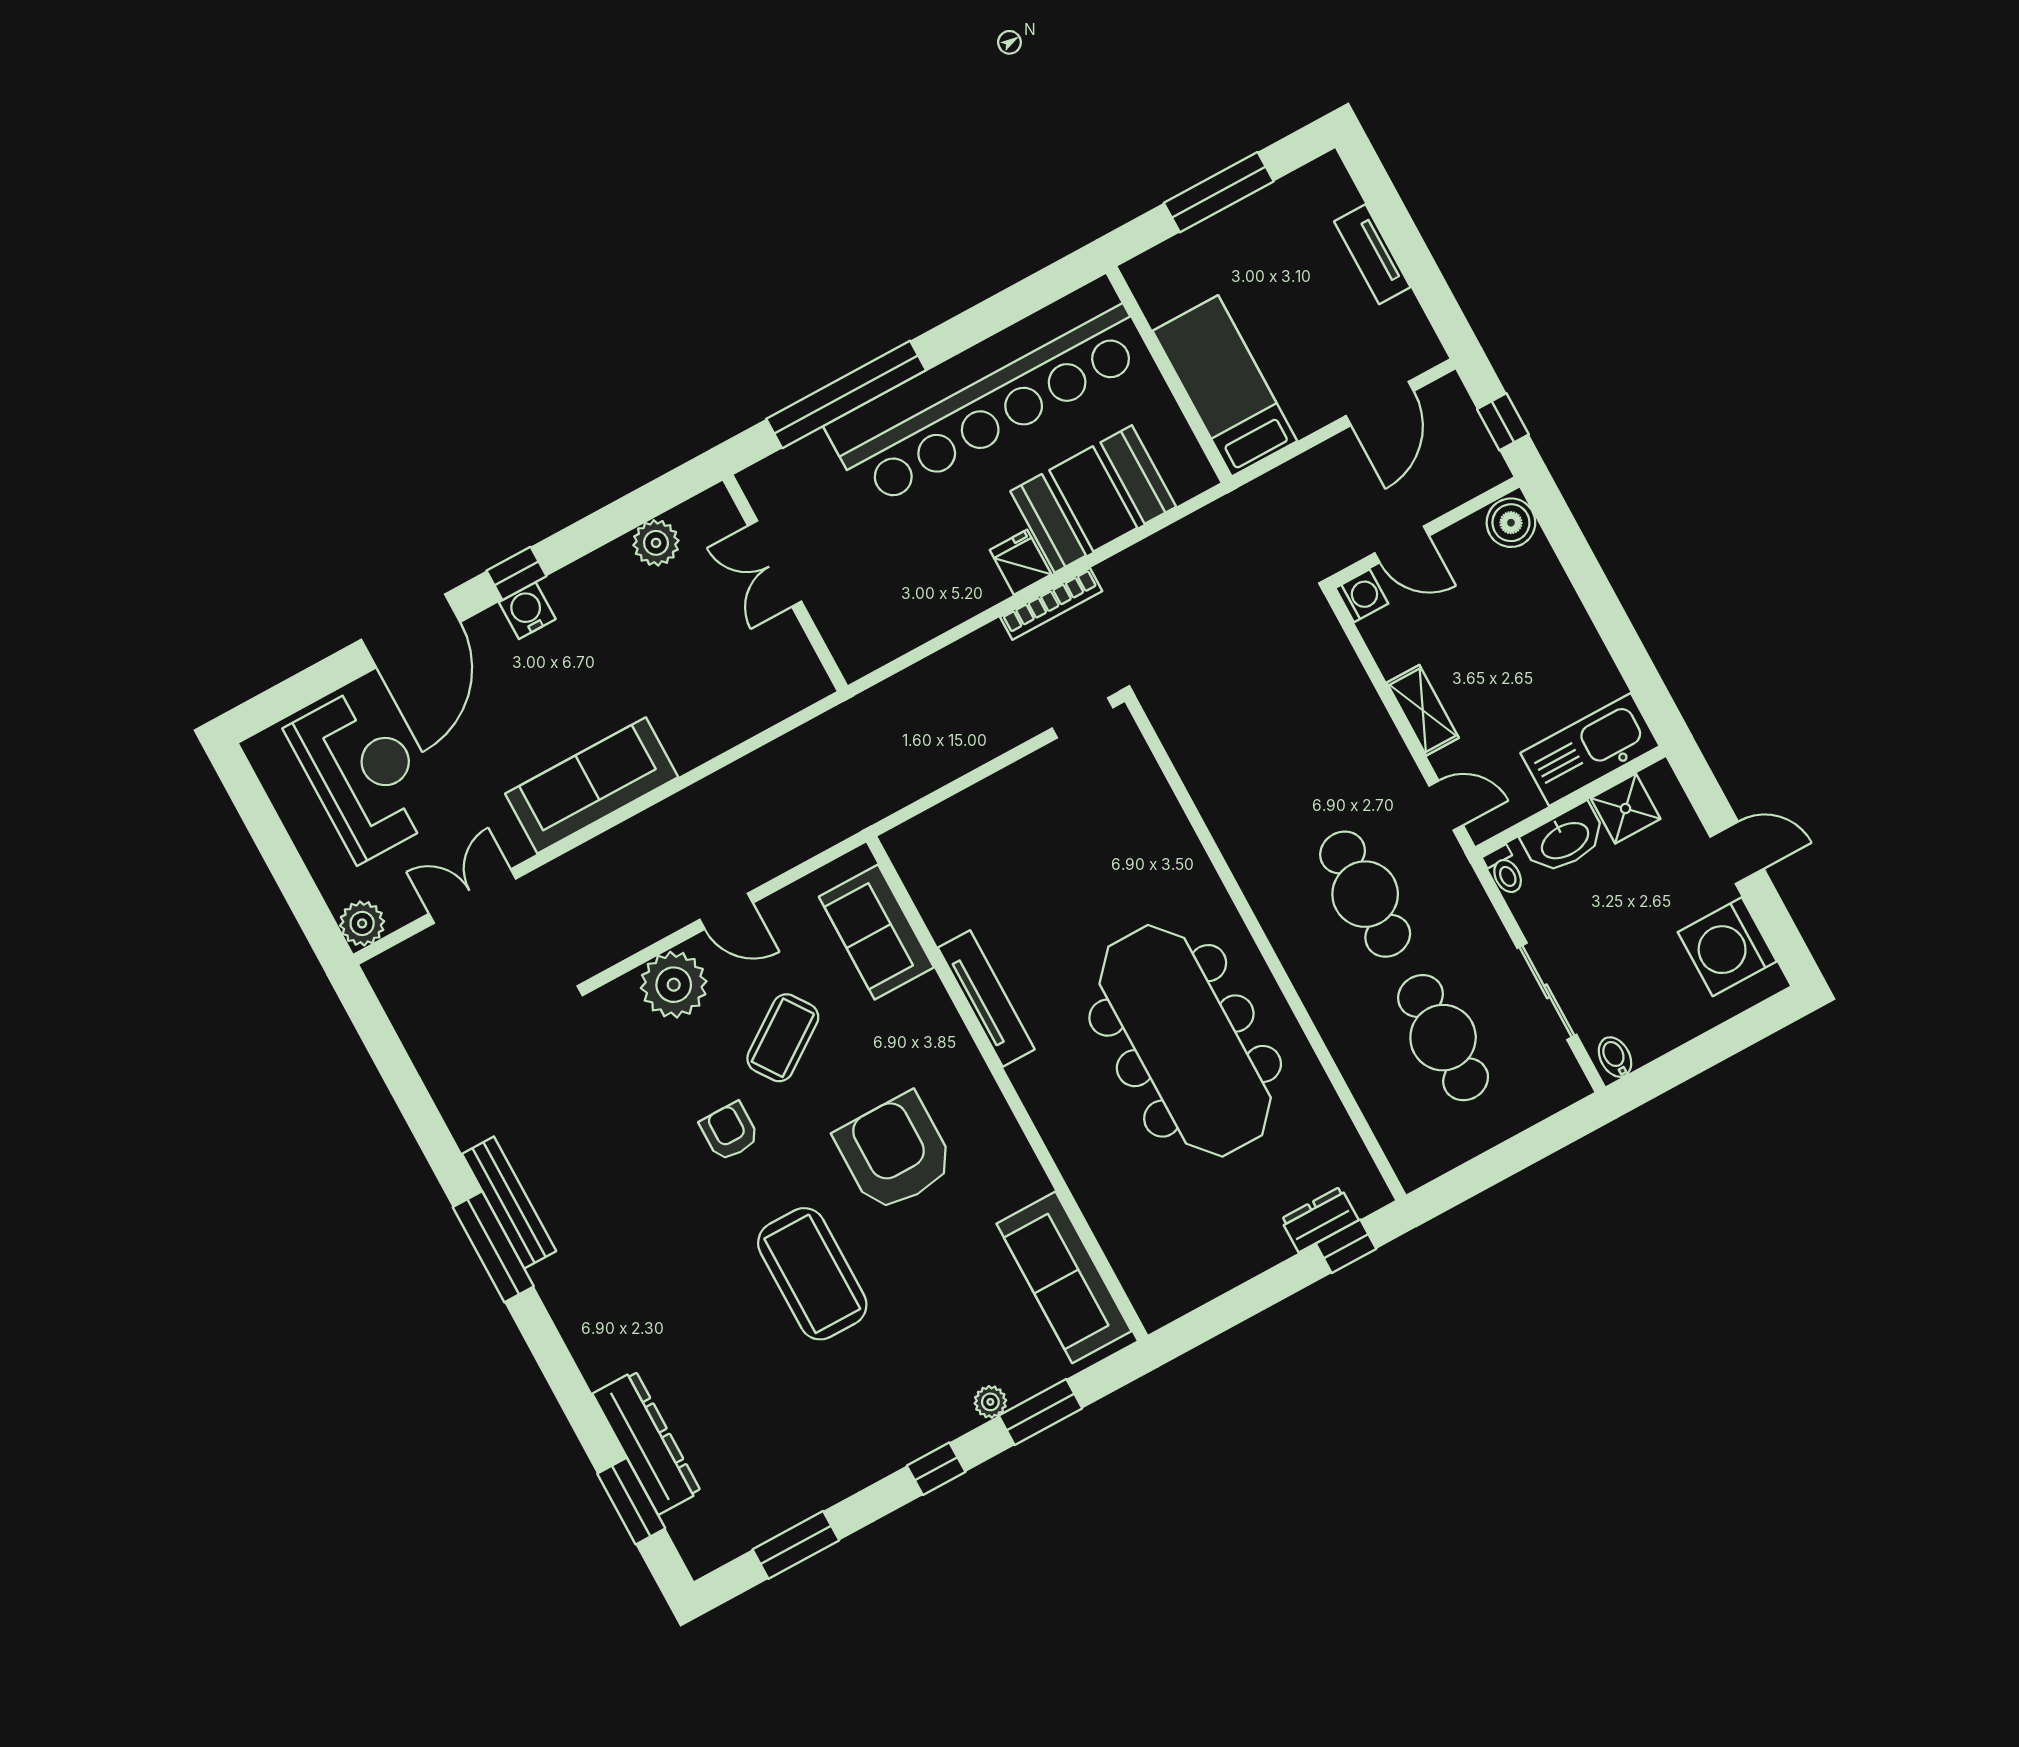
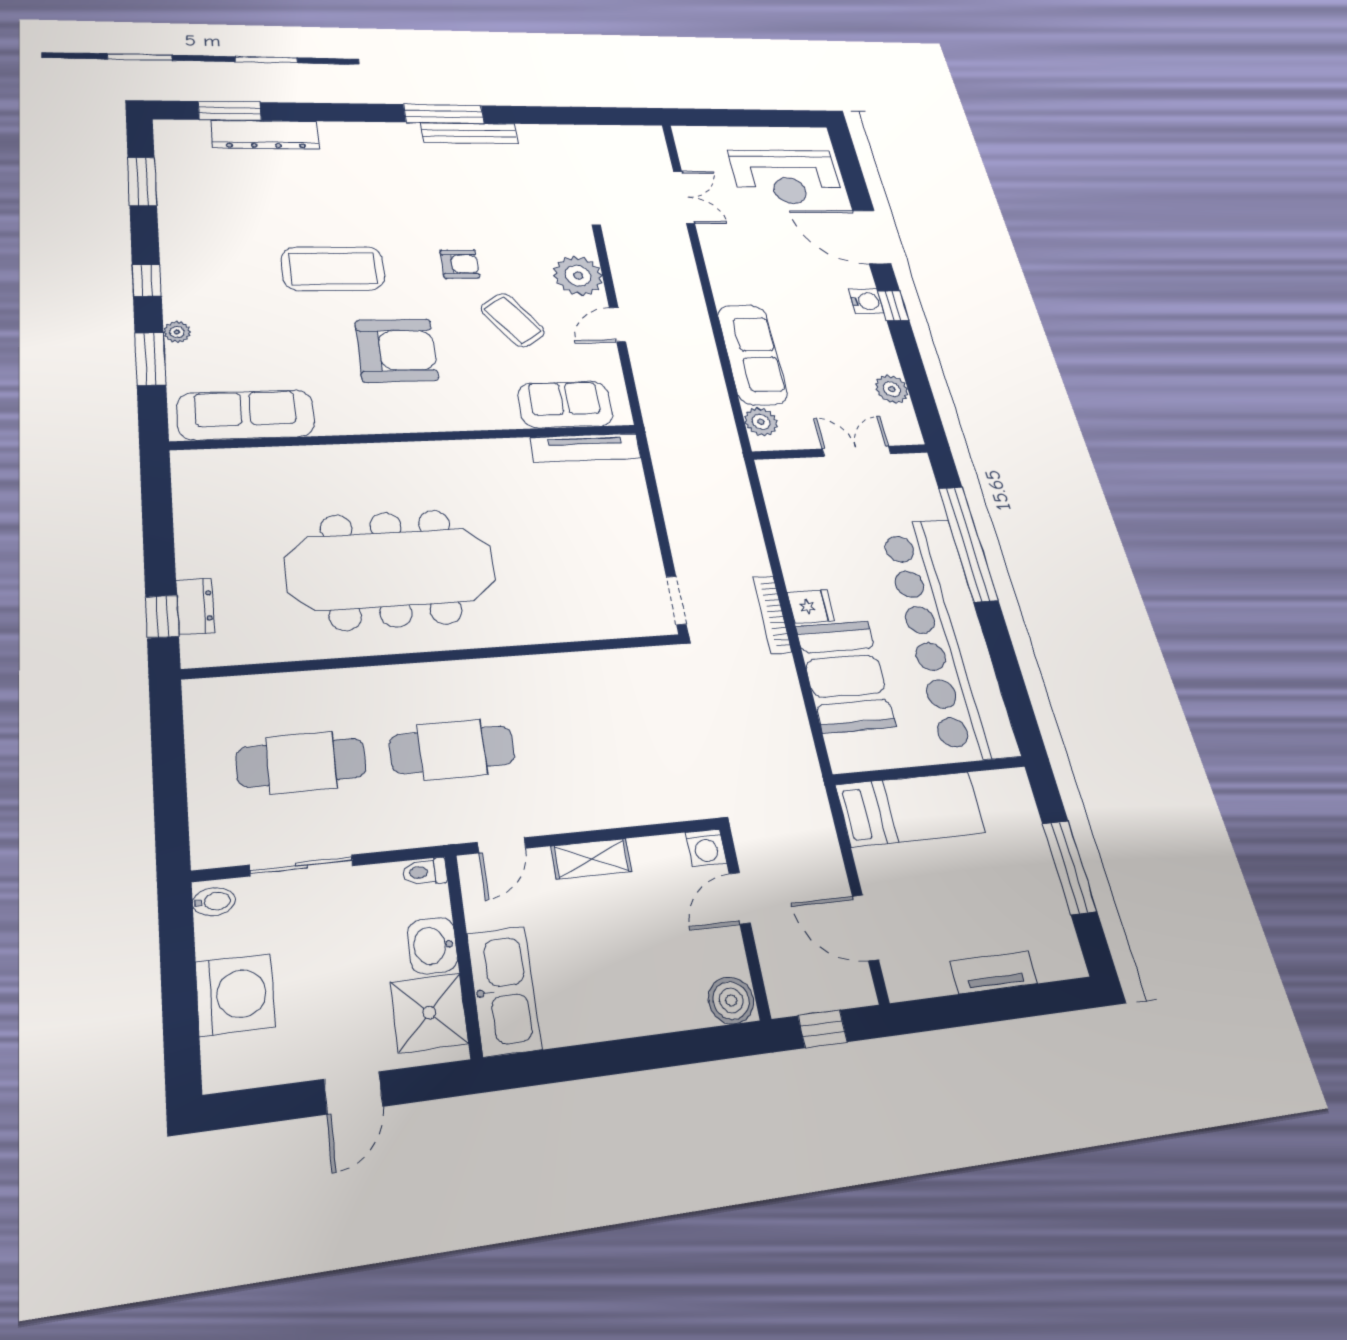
sofa: (592, 785) -> (752, 354), moved
shower: (1625, 809) -> (429, 1013), width x1.36, depth x1.36
washbasin: (1564, 839) -> (433, 946), width x0.72
plant: (362, 923) -> (761, 422), moved
washing machine: (1727, 947) -> (235, 994), moved, turned 90
tv unit: (986, 998) -> (586, 448), moved

